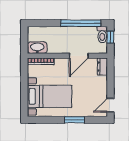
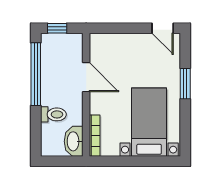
toilet: (102, 35) -> (53, 114), moved
dresser: (102, 67) -> (103, 41), removed

